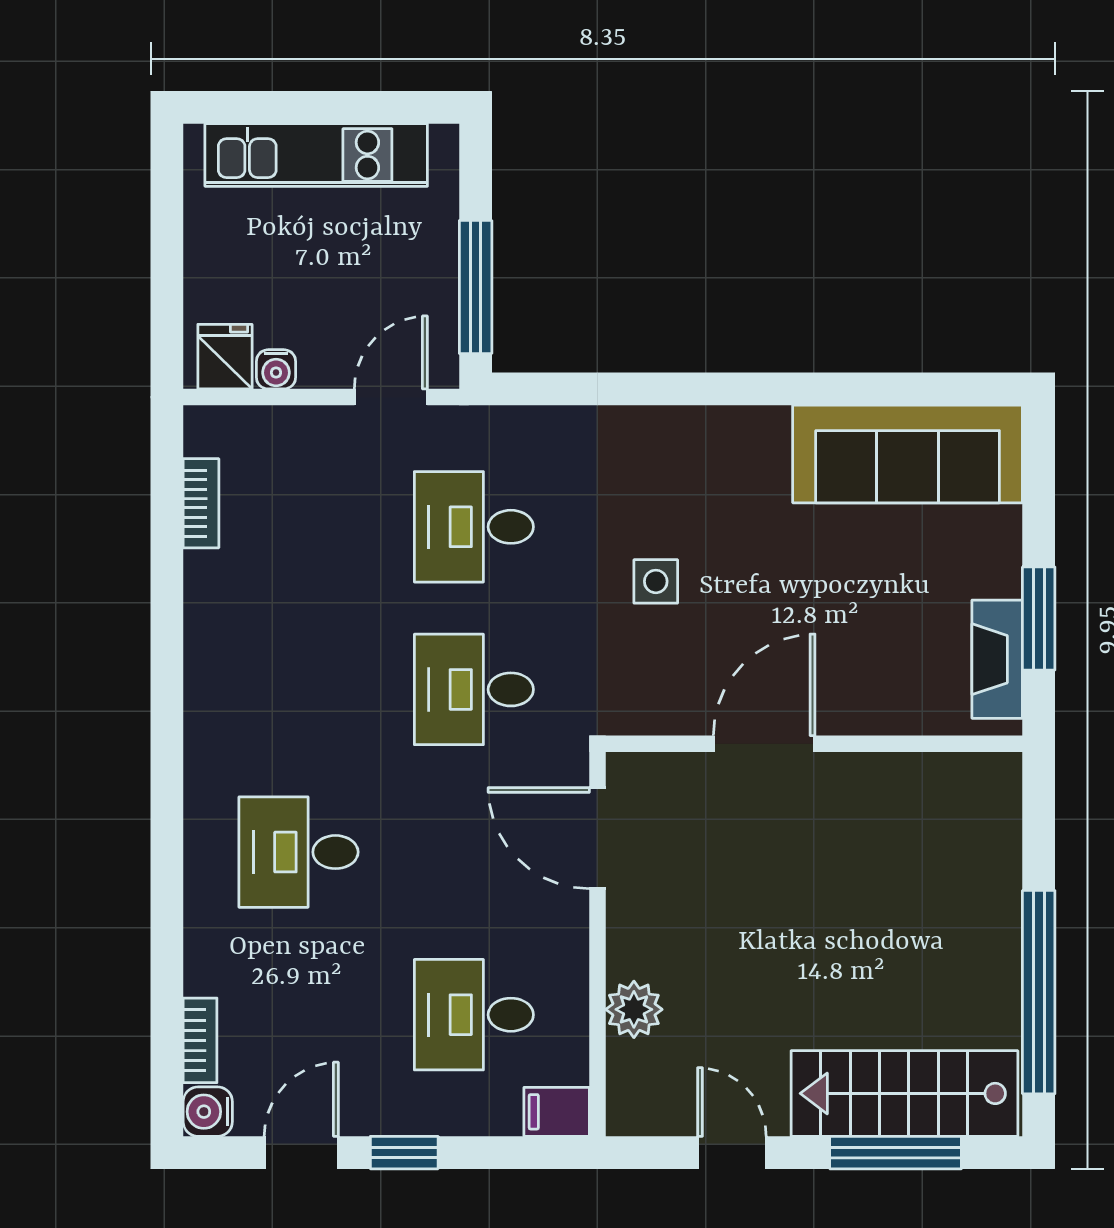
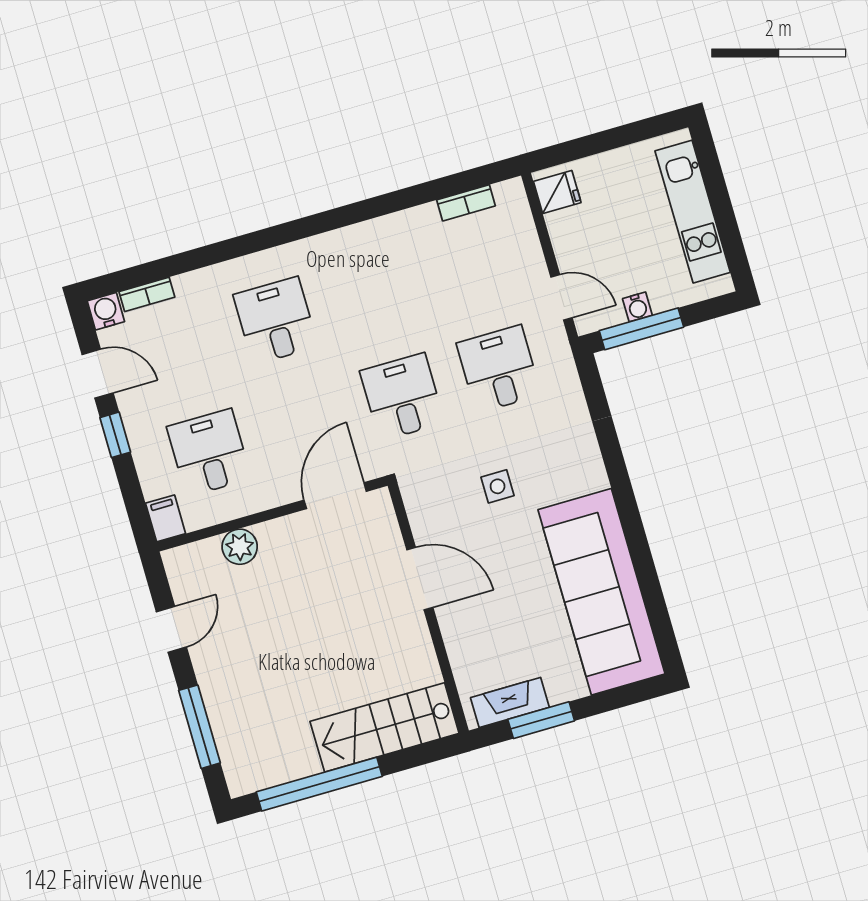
water cooler: (276, 369) -> (637, 307), moved, turned -90
sofa: (908, 454) -> (601, 592), width x1.36, depth x1.27
stairs: (904, 1093) -> (385, 727), moved, turned -90

